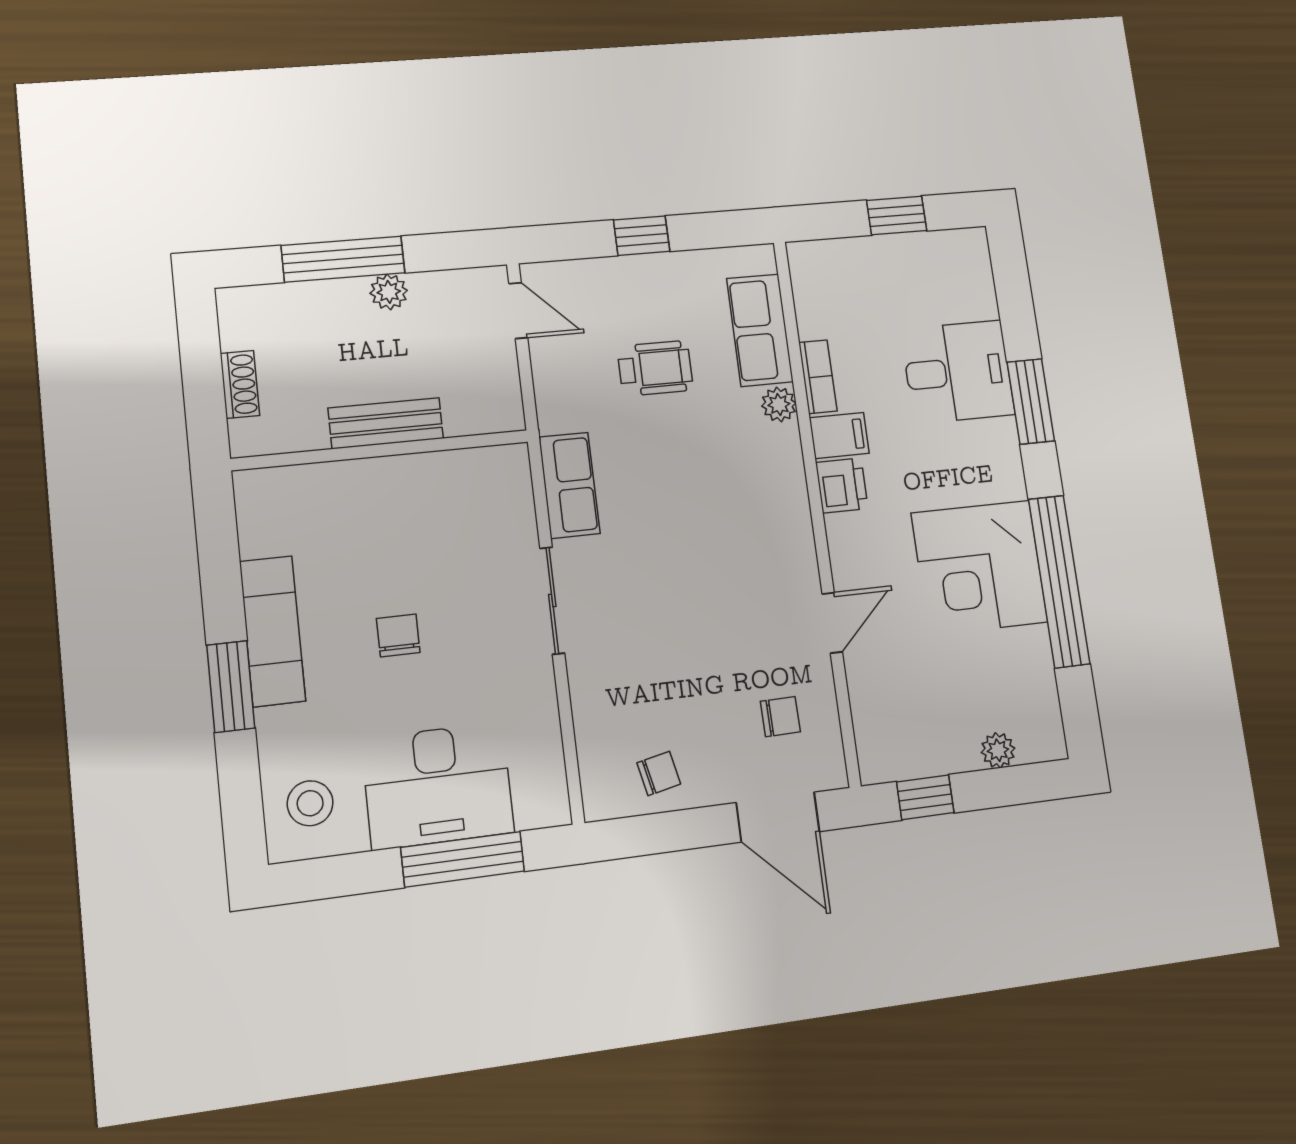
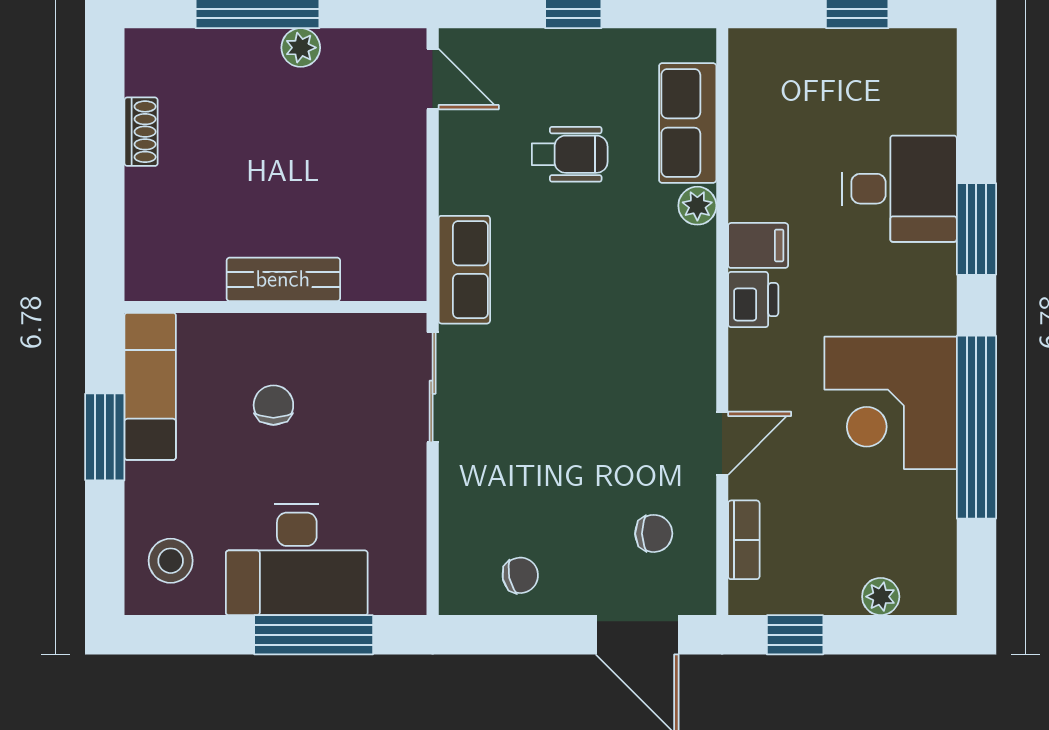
bookcase: (818, 377) -> (744, 540), moved
bench: (386, 423) -> (283, 279), moved
wall: (381, 450) -> (276, 307), moved

